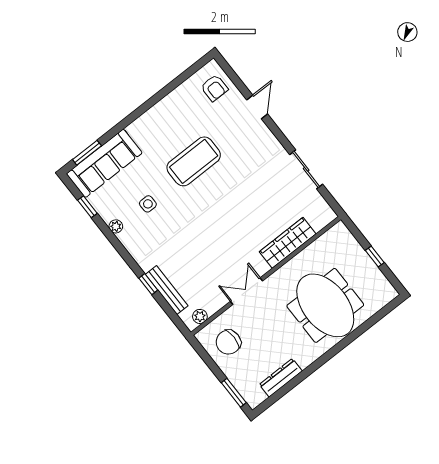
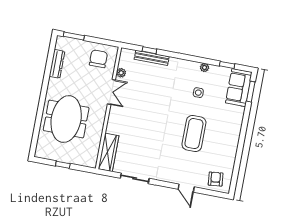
armchair: (214, 88) -> (216, 179), turned 84
sofa: (104, 163) -> (239, 88), width x0.73
wardrobe: (288, 243) -> (109, 152), moved
window: (148, 284) -> (149, 50), moved
meeting table: (325, 305) -> (66, 119), turned 90
plant: (200, 316) -> (121, 73), moved

